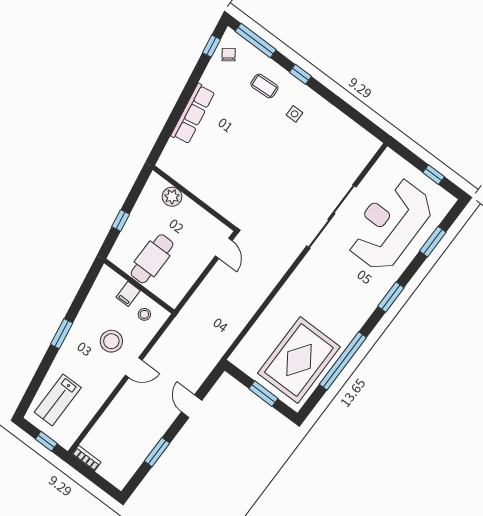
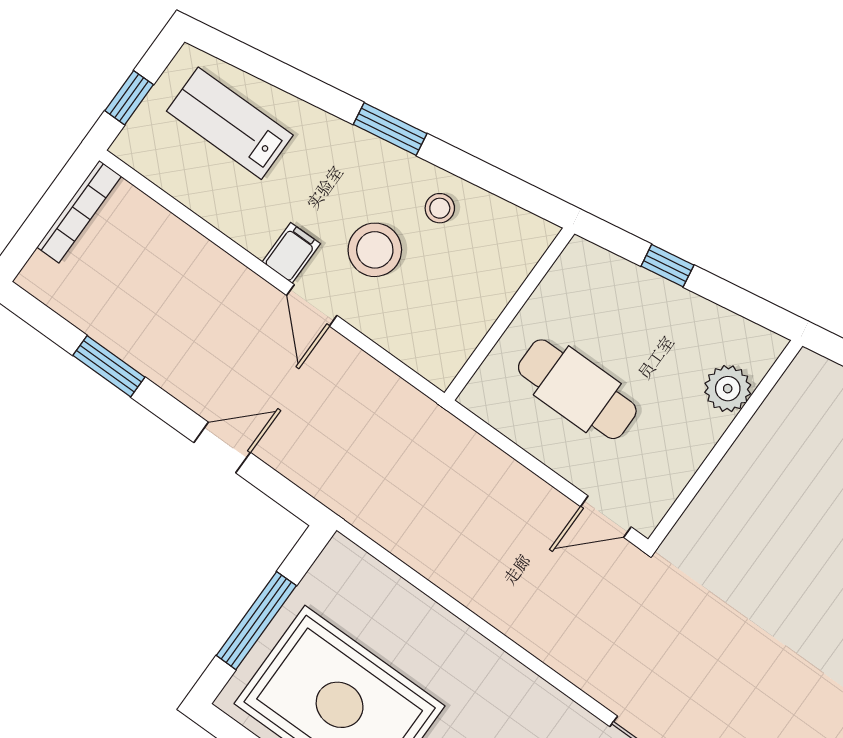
cafe table: (152, 259) -> (577, 389), moved
filing cabinet: (128, 294) -> (291, 253), moved, turned 90
stool: (144, 314) -> (440, 208), moved
window: (263, 394) -> (256, 621), width x1.44
bookcase: (86, 458) -> (79, 212), width x1.56

